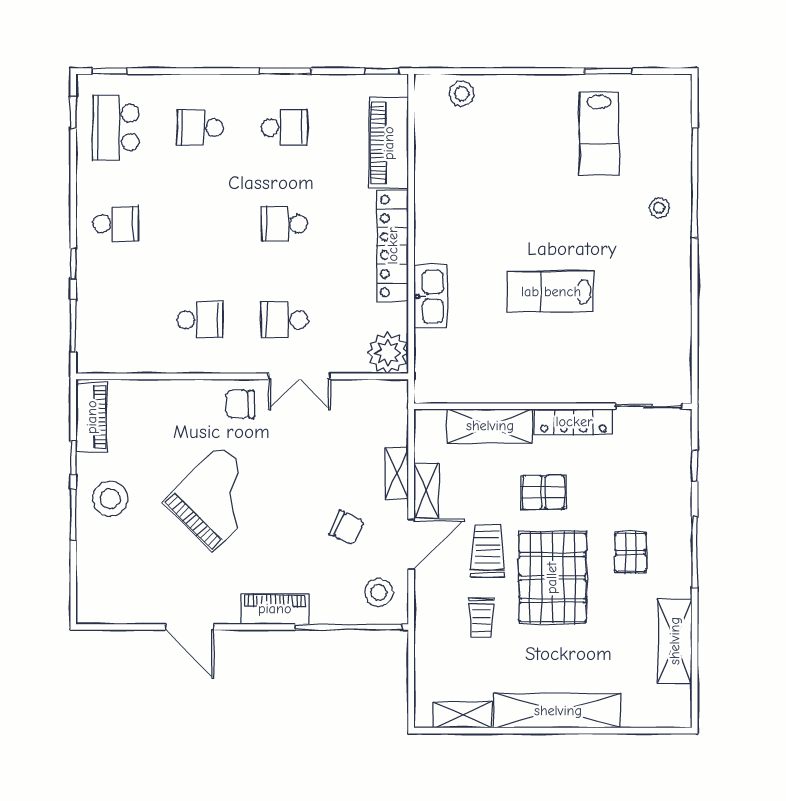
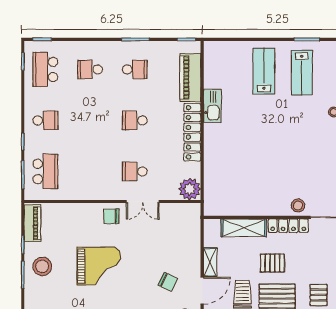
stool: (462, 94) -> (298, 205), moved
lab bench: (551, 292) -> (264, 71), moved, turned 90
kitchen sink: (431, 297) -> (212, 106), moved
school desk: (200, 320) -> (45, 171), moved, width x1.85
shelving: (397, 473) -> (194, 253), removed
grand piano: (217, 498) -> (99, 266), turned 45

